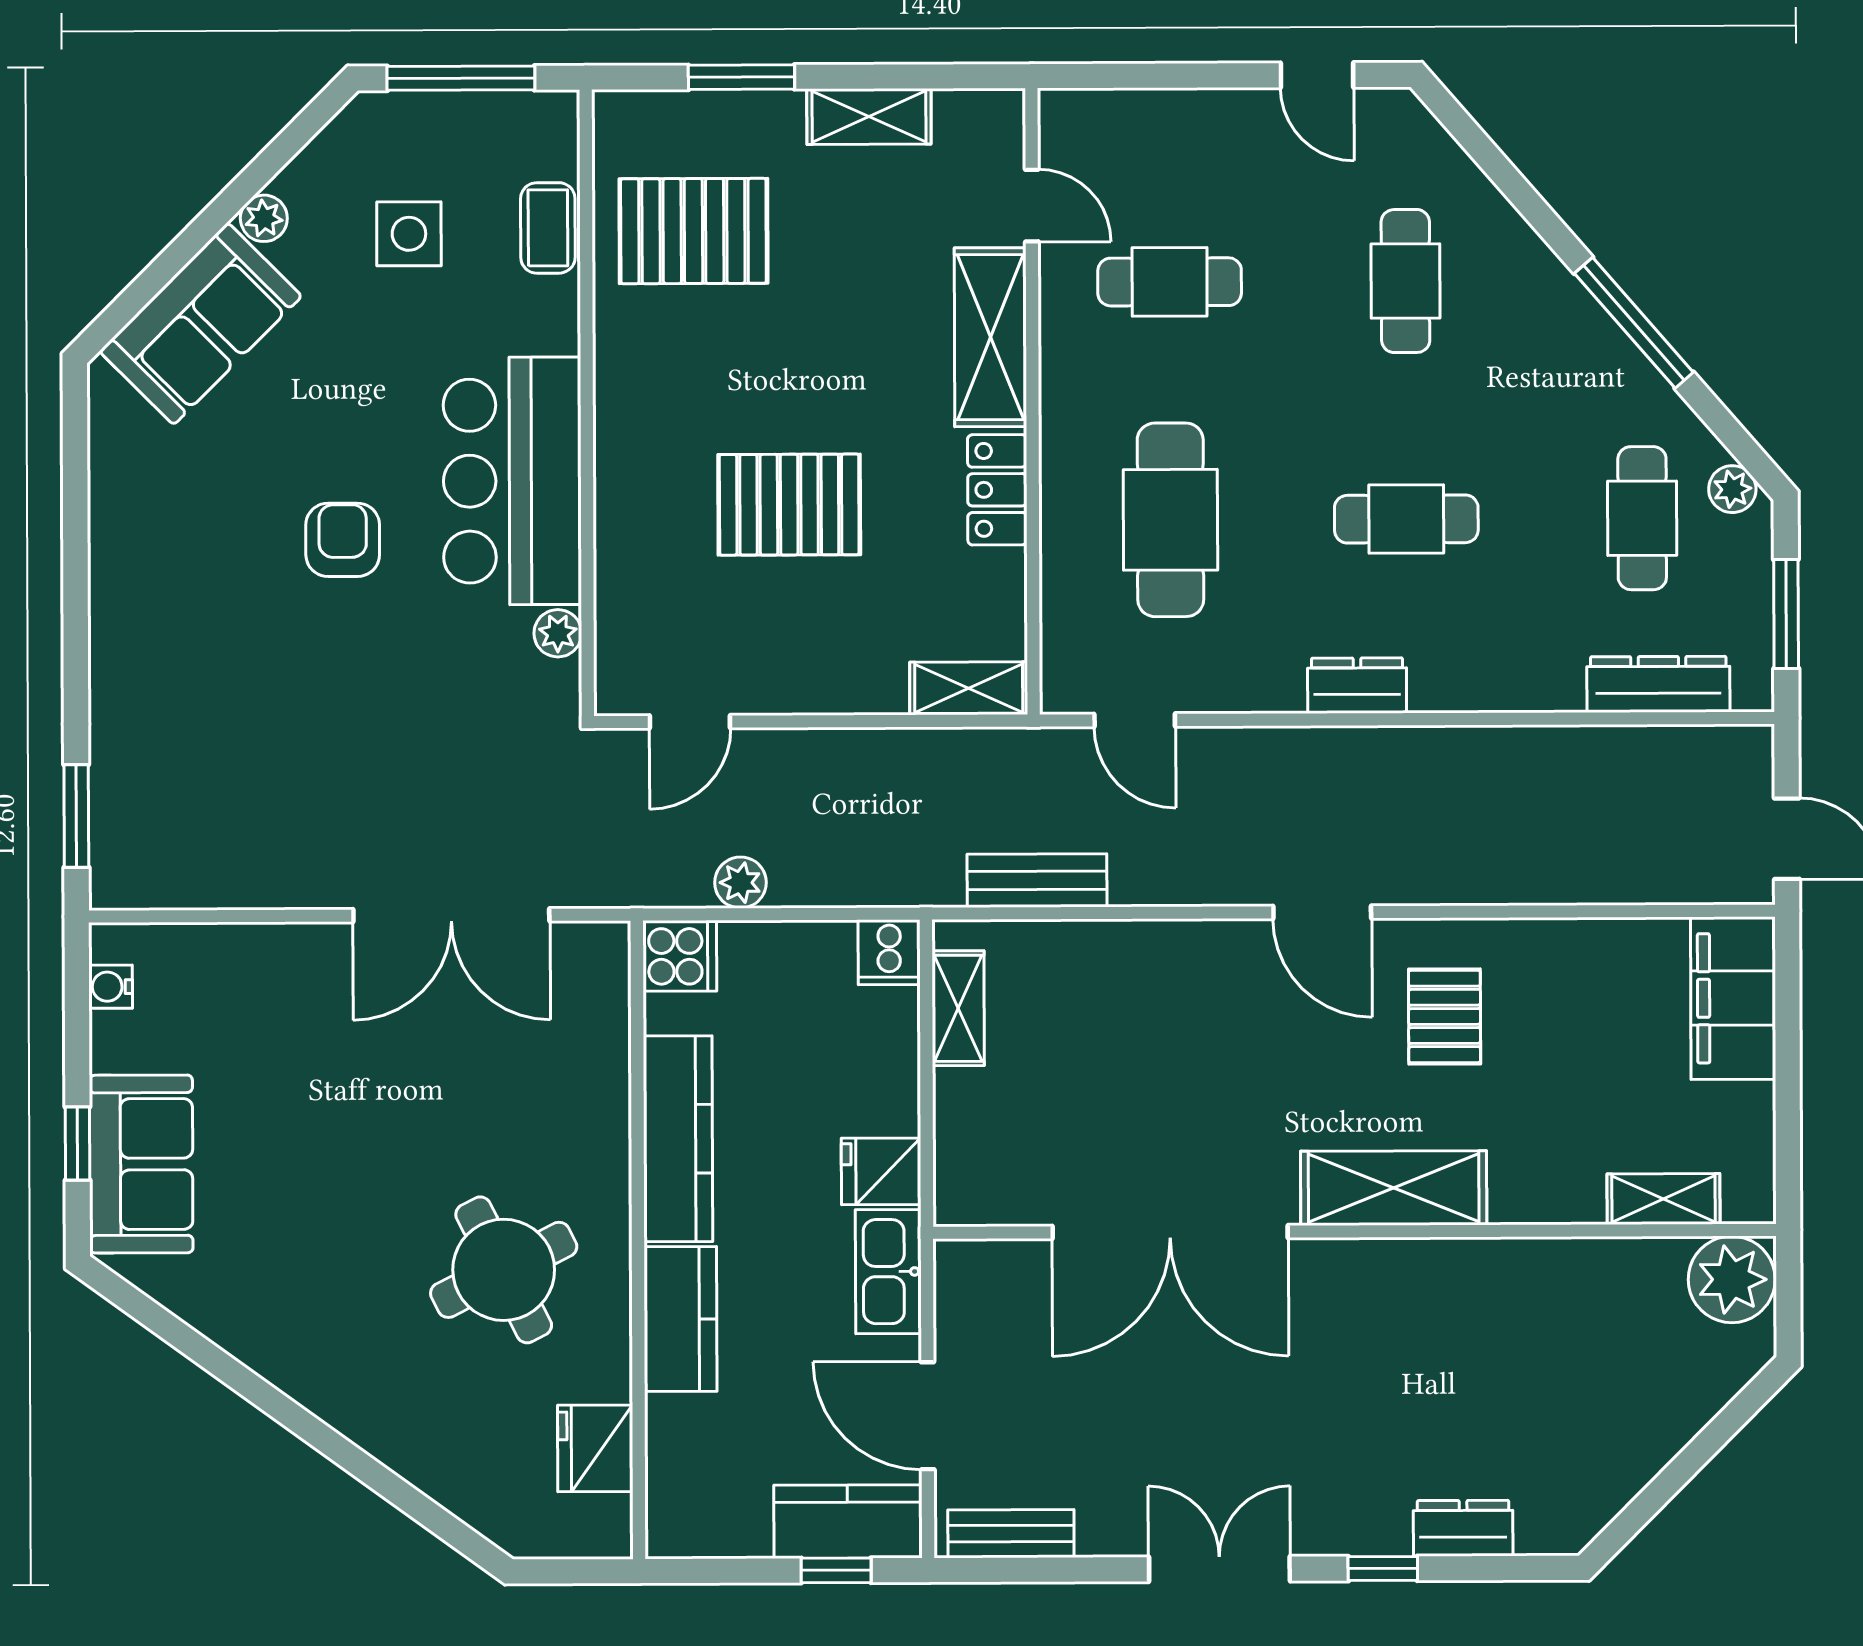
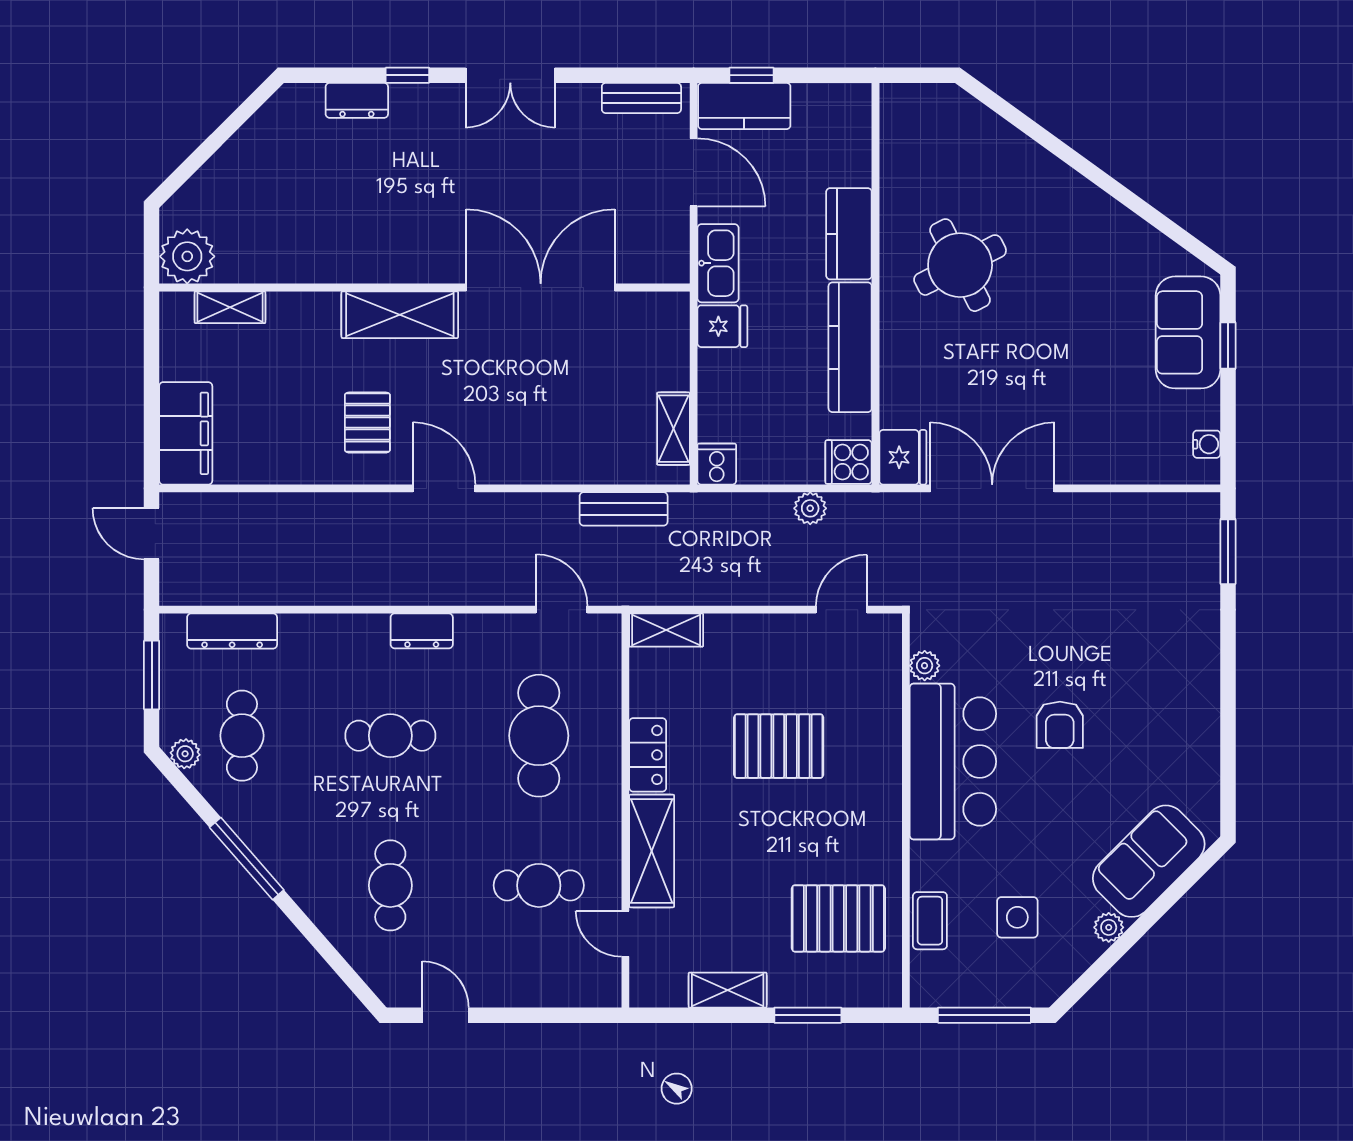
fridge: (595, 1448) -> (903, 457), moved

